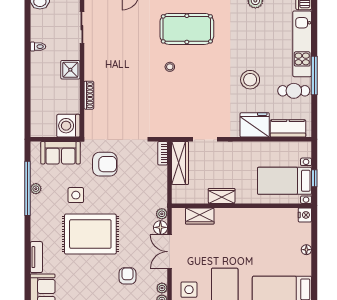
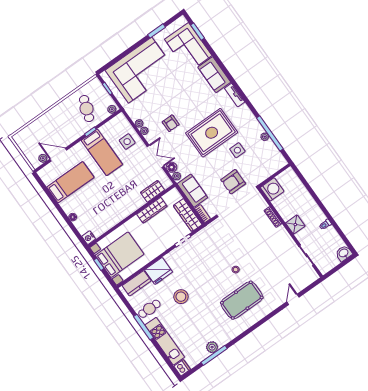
sofa: (60, 153) -> (192, 191), moved, turned 90
bed with nightstands: (284, 181) -> (120, 255), width x1.36
wardrobe: (222, 196) -> (152, 210), width x1.50

